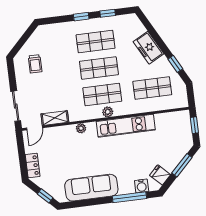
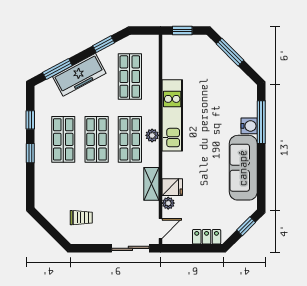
window: (151, 30) -> (57, 69), added
freezer: (149, 48) -> (79, 75), width x1.40
shelving: (55, 118) -> (151, 184), moved
door: (35, 128) -> (160, 228), hinge flipped
plant: (81, 128) -> (168, 203), moved
fridge: (160, 175) -> (172, 187), moved, turned -135
water cooler: (142, 186) -> (249, 126), moved

